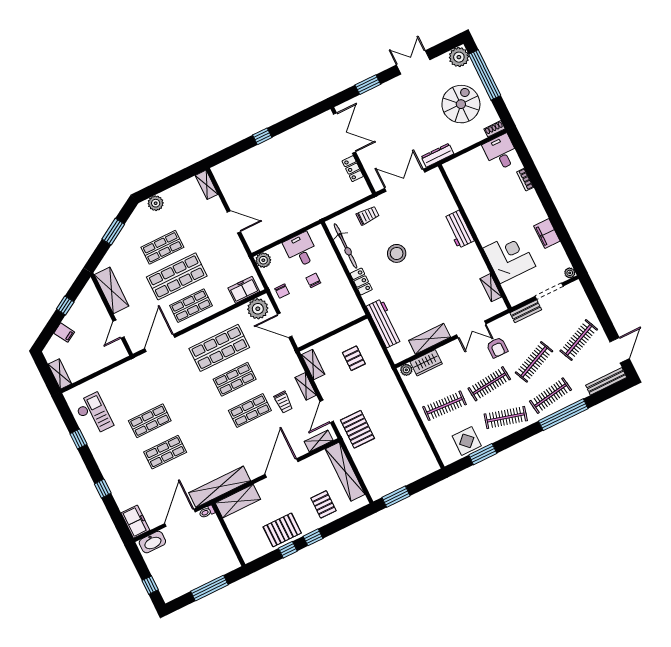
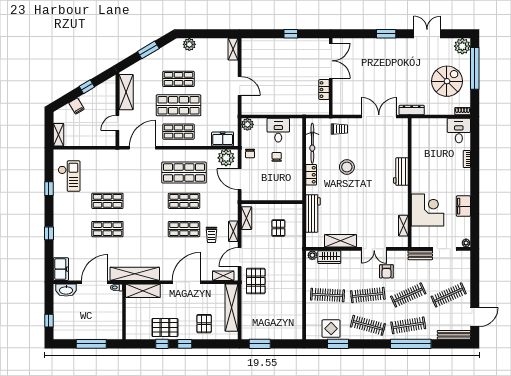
double door: (345, 133) -> (331, 61), moved
wall: (353, 151) -> (331, 77), moved
locker: (353, 169) -> (324, 90), moved

